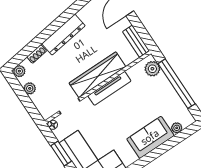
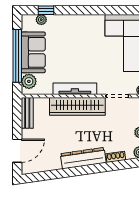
sofa: (150, 137) -> (33, 52), moved, turned -90
window: (178, 138) -> (46, 10), added

